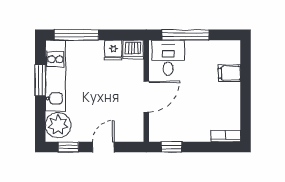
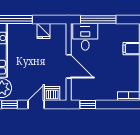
dishwasher: (133, 49) -> (52, 93), moved, turned 180
door: (146, 97) -> (69, 66), hinge flipped

